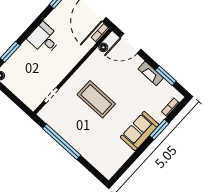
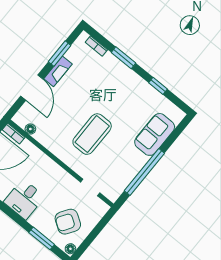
door: (131, 43) -> (32, 88), moved
armchair: (23, 75) -> (68, 222), added
sofa: (140, 131) -> (155, 134), moved, turned 90
window: (134, 157) -> (158, 86), added

